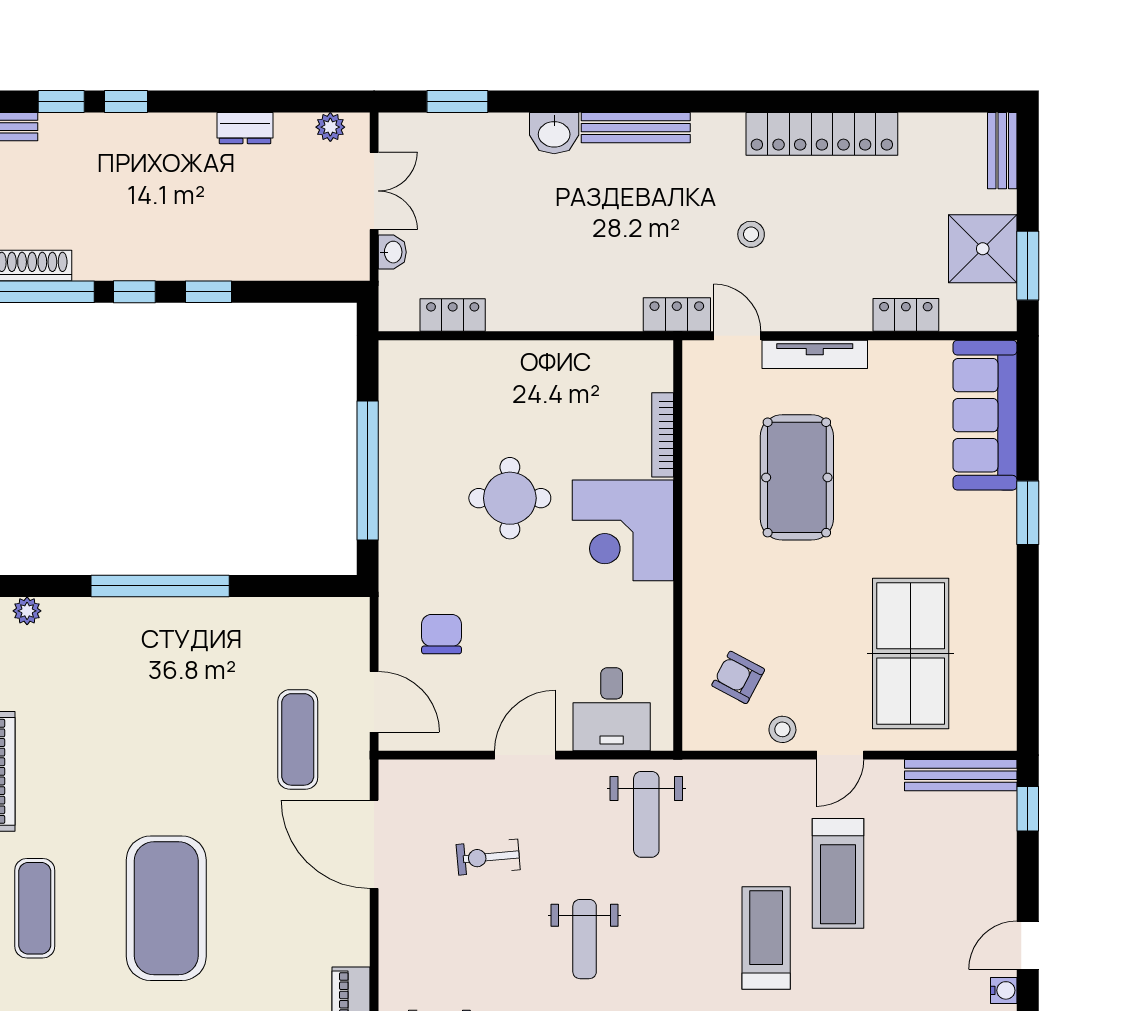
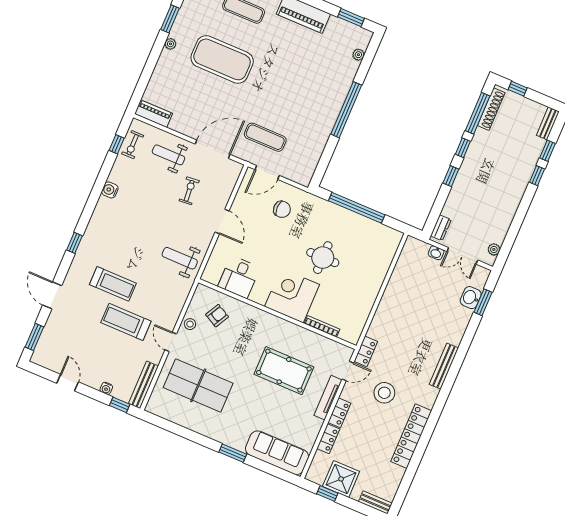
dresser: (245, 128) -> (441, 228), moved, turned 180
washbasin: (554, 133) -> (471, 298), moved
stool: (751, 234) -> (384, 393), width x1.89, depth x1.89
window: (1028, 266) -> (327, 493), width x0.67
locker: (453, 315) -> (339, 413), moved
desk: (612, 709) -> (239, 277), moved, turned -90
weight bench: (585, 939) -> (168, 155), moved
water cooler: (1004, 990) -> (106, 388), moved

